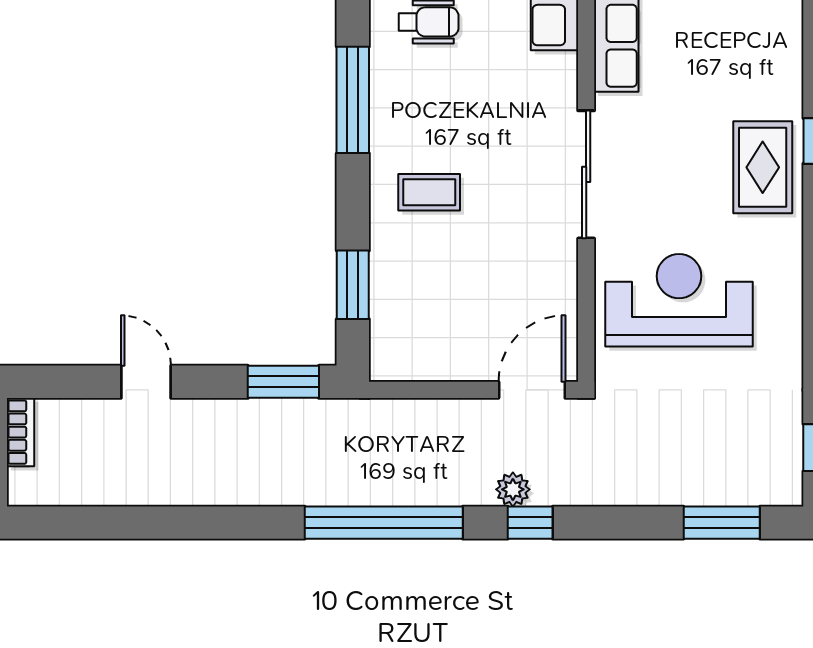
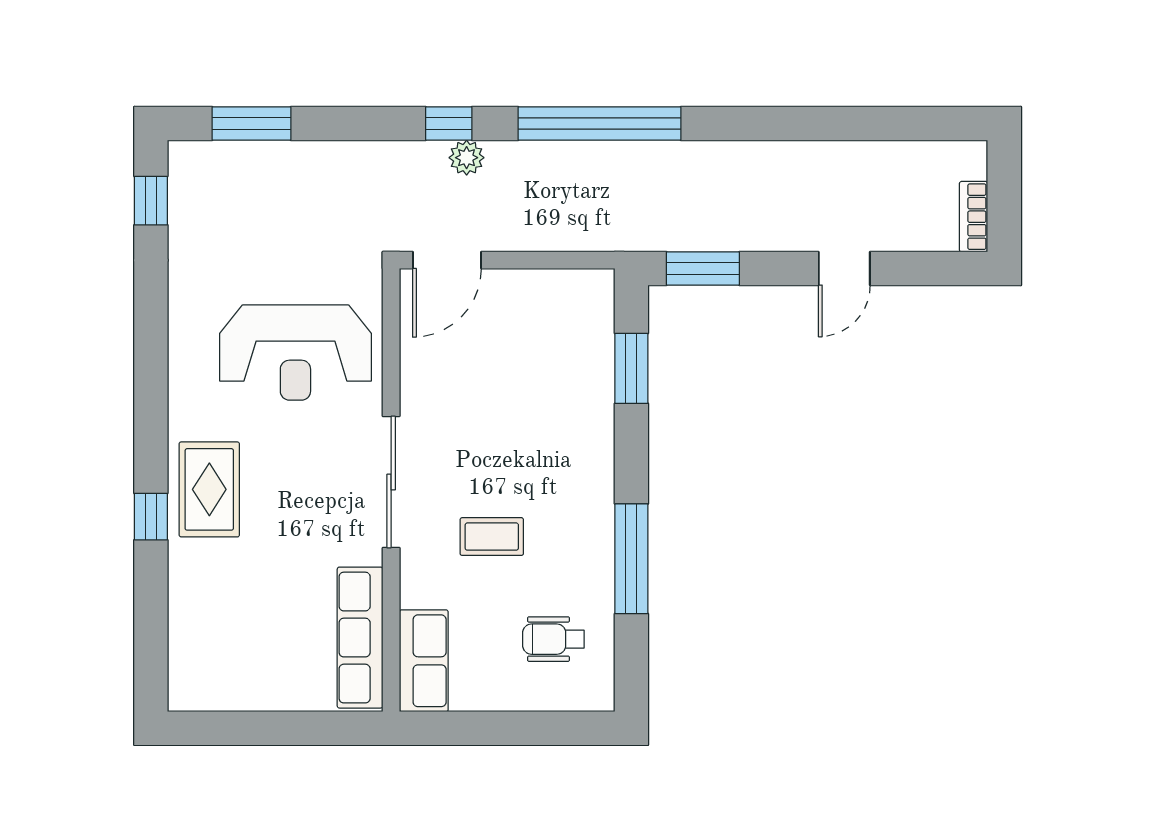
coffee table: (429, 192) -> (492, 537), moved
door: (146, 382) -> (844, 268), hinge flipped

